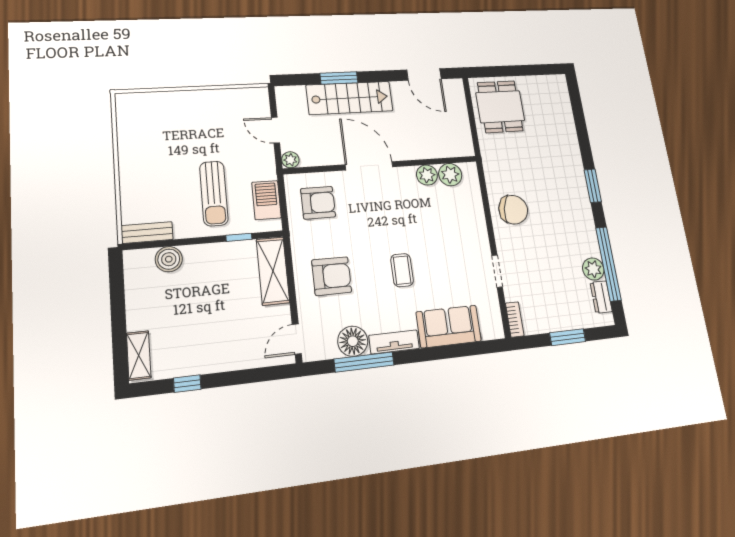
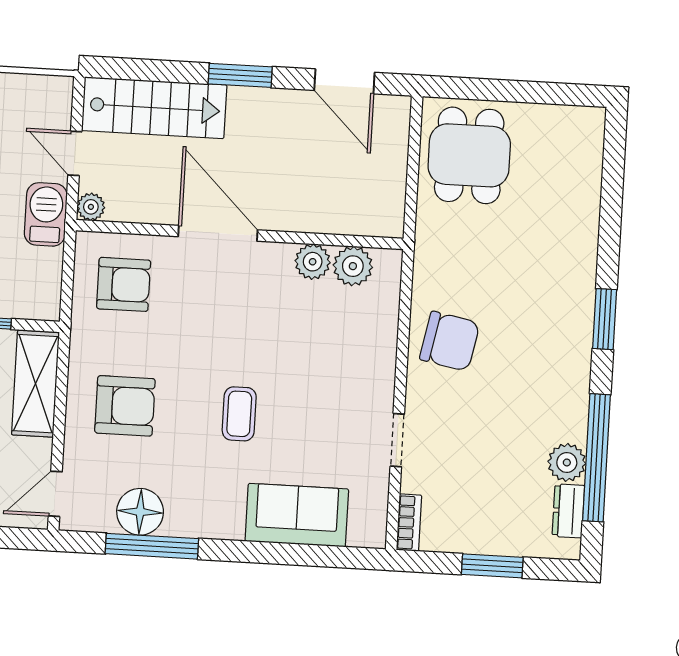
window: (339, 78) -> (240, 75), moved
stairs: (350, 98) -> (154, 108), moved
barbecue: (266, 200) -> (46, 214), moved
tv unit: (394, 342) -> (204, 524), removed

